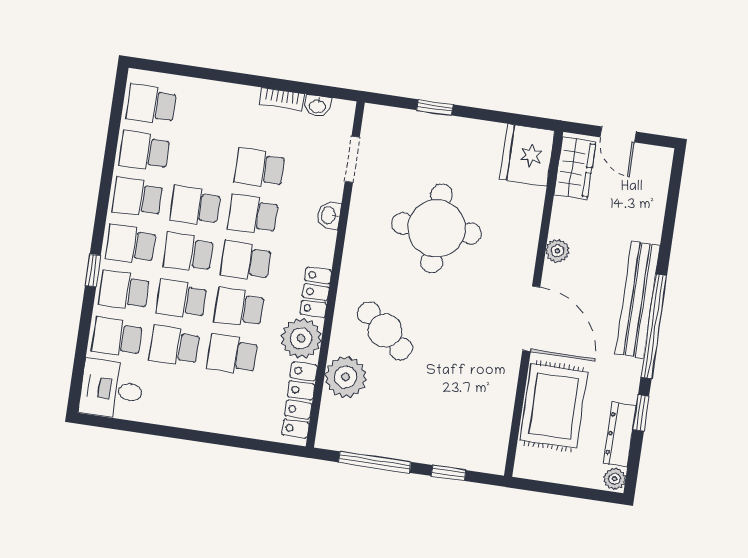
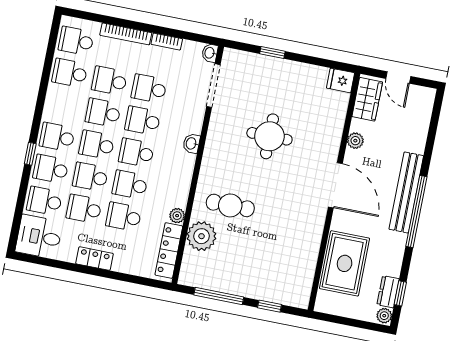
bookcase: (222, 91) -> (126, 34), added
washbasin: (317, 106) -> (210, 53), moved, turned 90
fridge: (527, 155) -> (341, 80), width x0.53, depth x0.75
doorway: (352, 159) -> (213, 86), width x1.38
school desk: (138, 198) -> (109, 81), moved
washbasin: (329, 215) -> (191, 144), moved
round table: (437, 228) -> (269, 136), width x0.73, depth x0.73
plant: (557, 251) -> (355, 141), moved
locker: (316, 292) -> (94, 259), moved, turned 90
door: (531, 319) -> (335, 185), moved
cafe table: (385, 331) -> (230, 205), turned -40
plant: (301, 338) -> (177, 216), width x0.53, depth x0.53
window: (641, 413) -> (400, 293), moved
dresser: (620, 435) -> (388, 292), width x0.70

